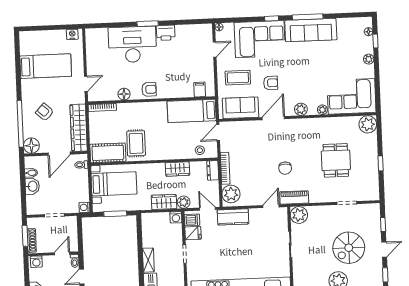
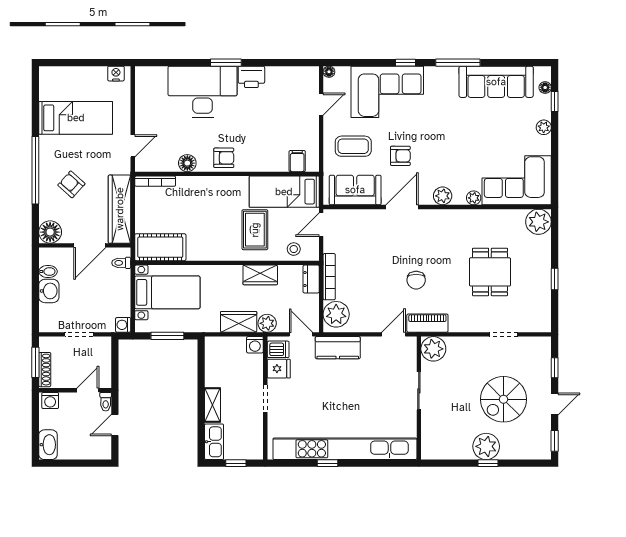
sofa: (311, 30) -> (496, 82), moved
window: (20, 124) -> (35, 170), moved
rug: (136, 143) -> (255, 230), moved

